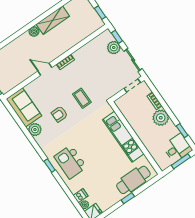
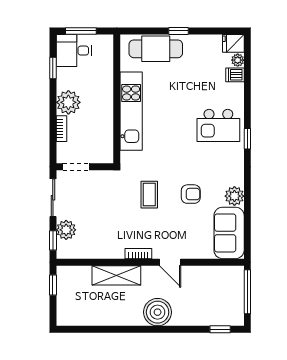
shelving: (53, 20) -> (116, 275), moved
boiler: (34, 31) -> (158, 312), width x1.86, depth x1.86
kitchen island: (70, 162) -> (218, 125), turned 90

